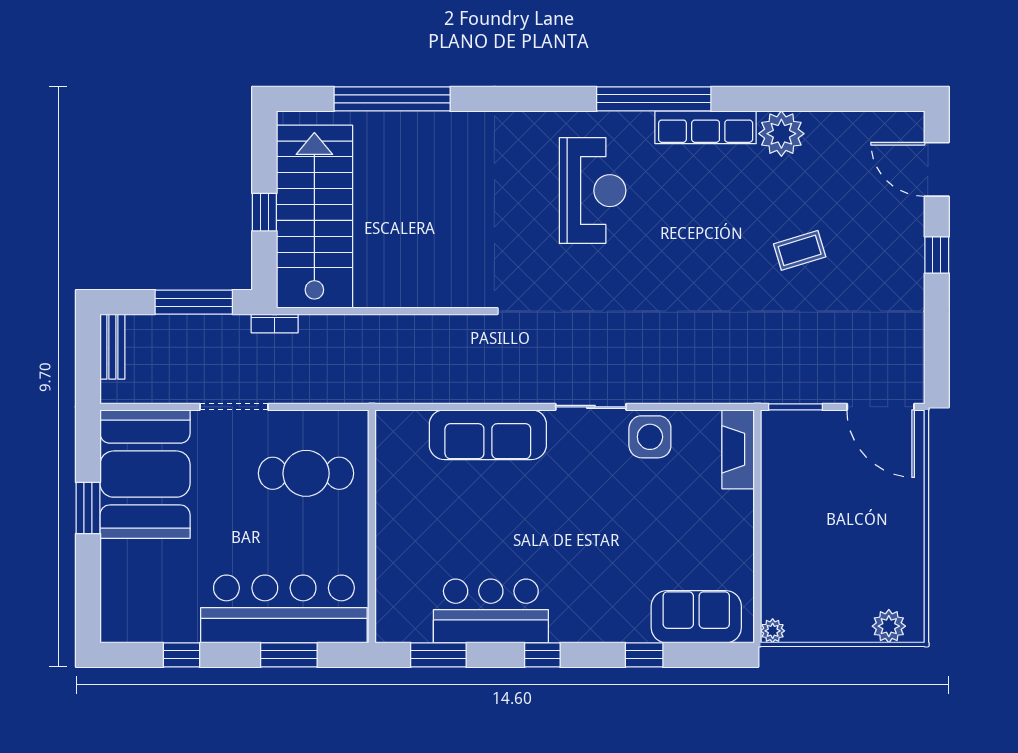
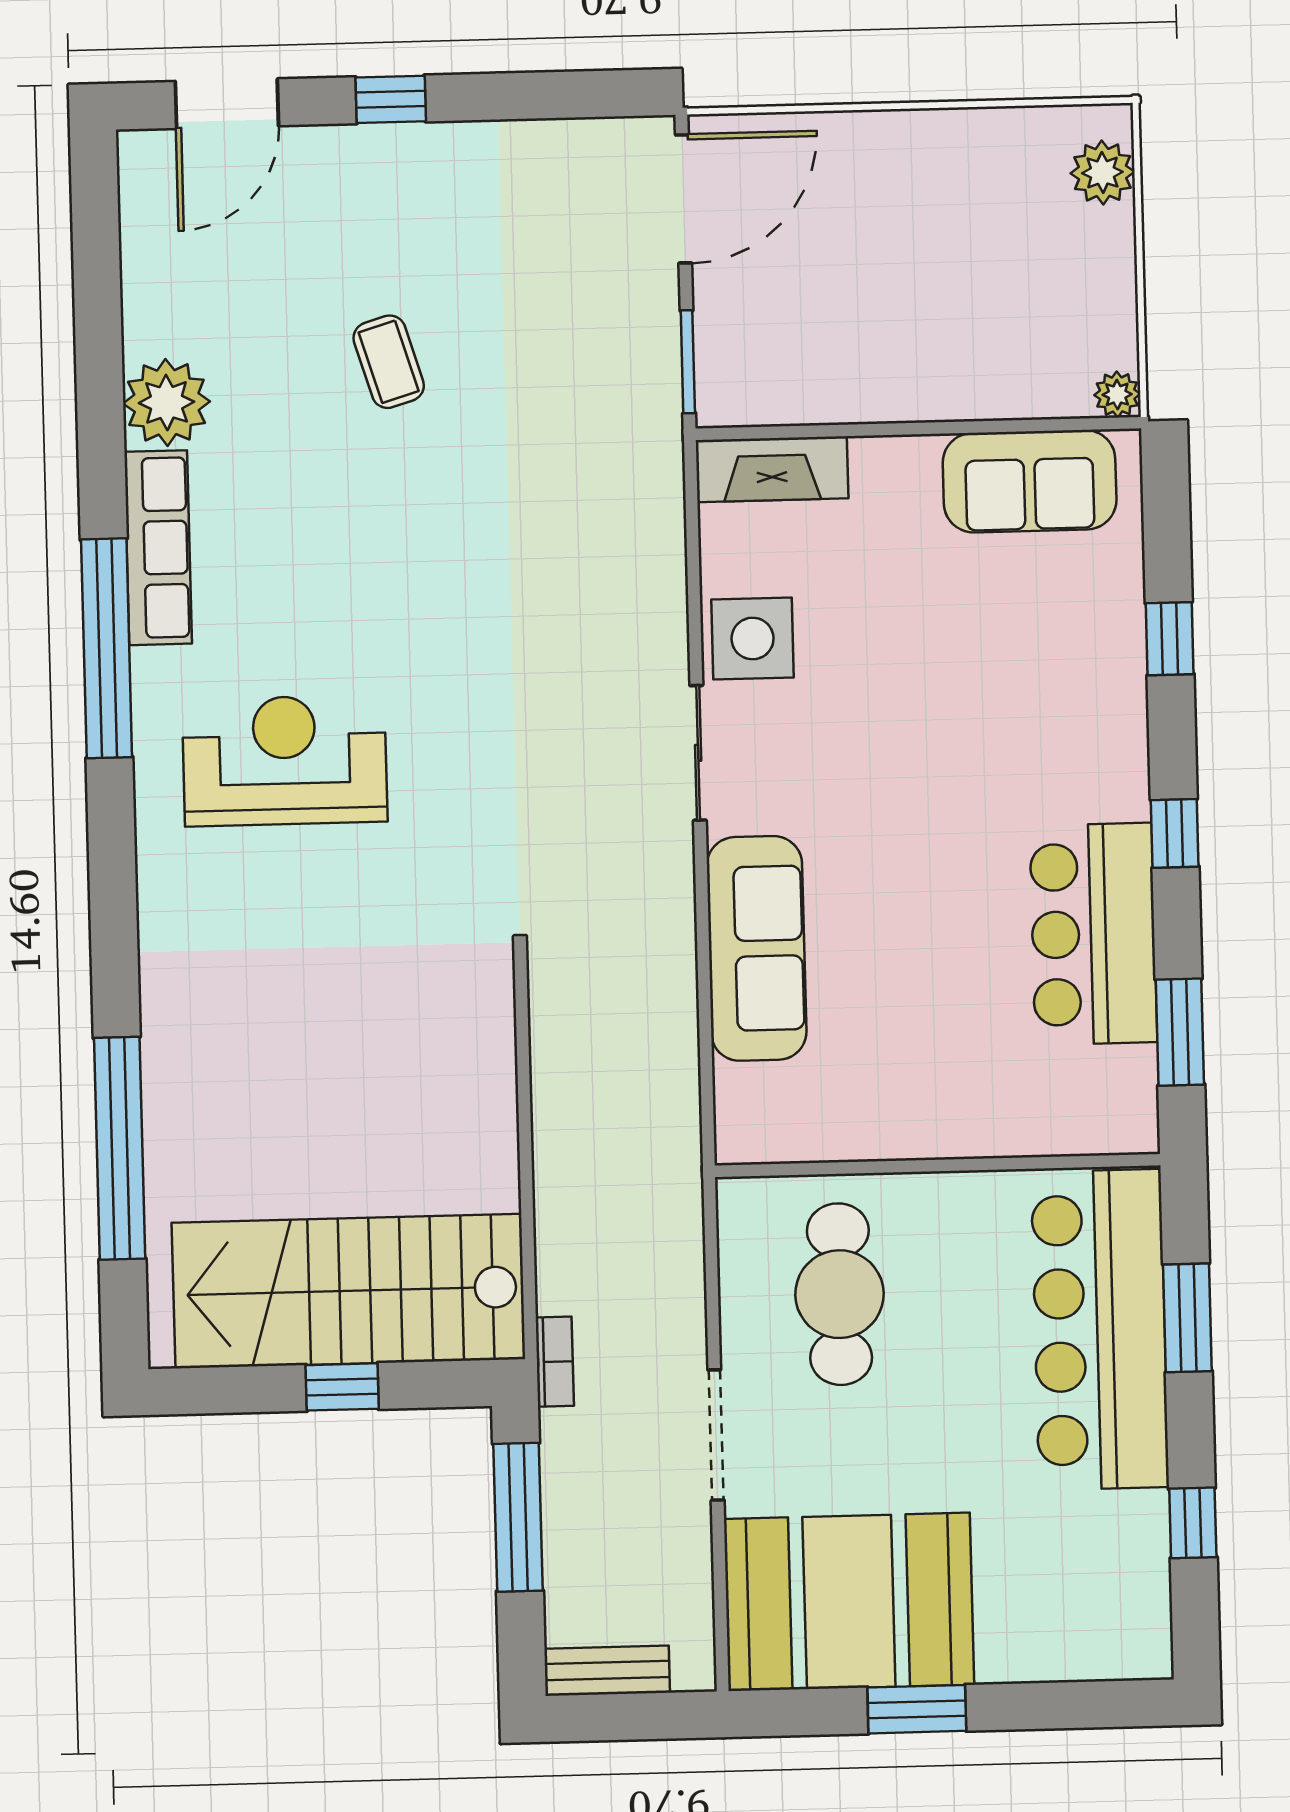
sofa: (696, 617) -> (1030, 481), moved, turned -90

